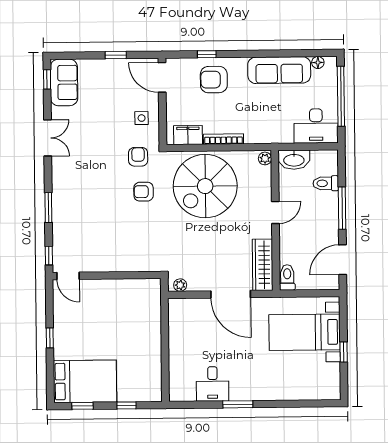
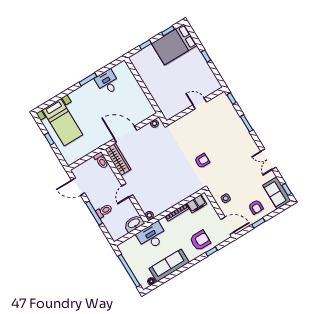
desk: (316, 126) -> (152, 236), moved
armchair: (138, 157) -> (256, 207), moved
toilet: (326, 183) -> (104, 211), moved
spiral stairs: (205, 186) -> (172, 183), removed
door: (343, 260) -> (78, 187), swing flipped
door: (68, 276) -> (200, 103), moved
bed with nightstands: (305, 332) -> (62, 122), moved, turned 90

